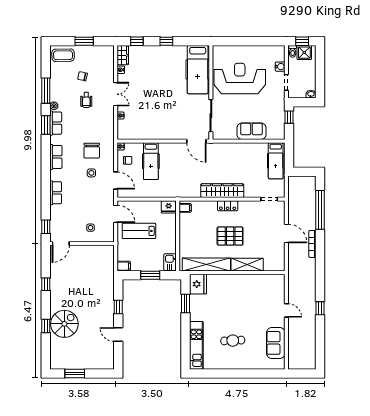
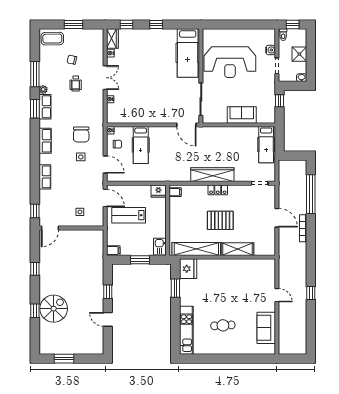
shower: (304, 53) -> (299, 54), moved
reception desk: (240, 79) -> (230, 62), turned 180

